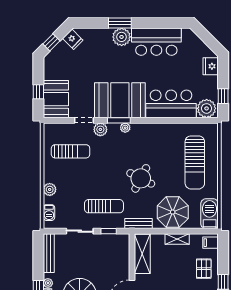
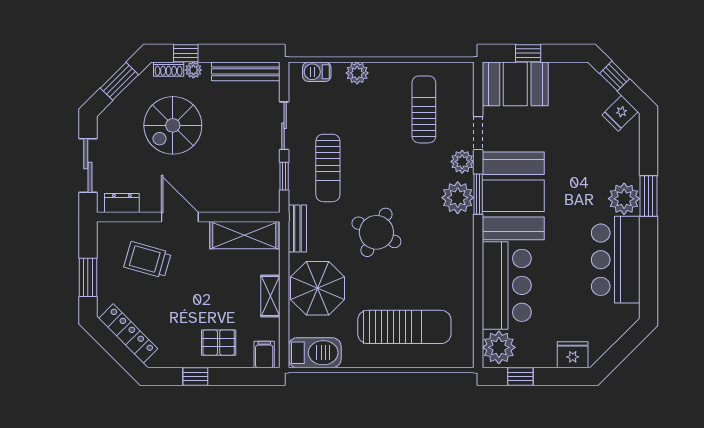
plant: (125, 128) -> (458, 198), width x1.88, depth x1.88
sun lounger: (71, 151) -> (424, 109), turned 180
sun lounger: (195, 162) -> (404, 327), turned 180

